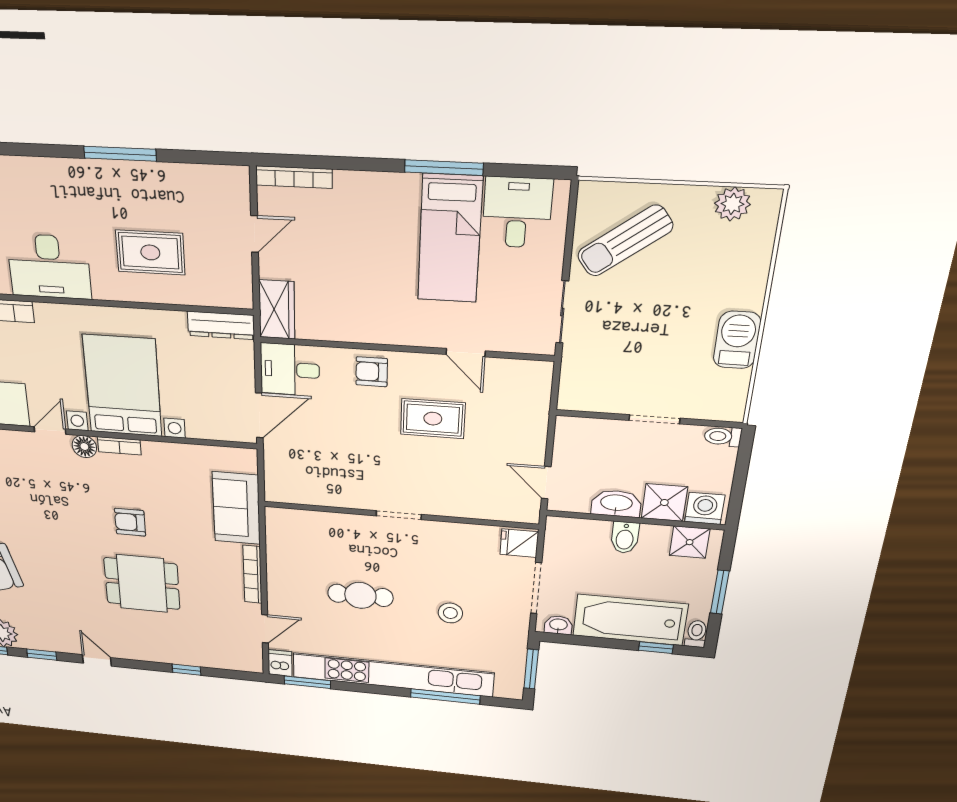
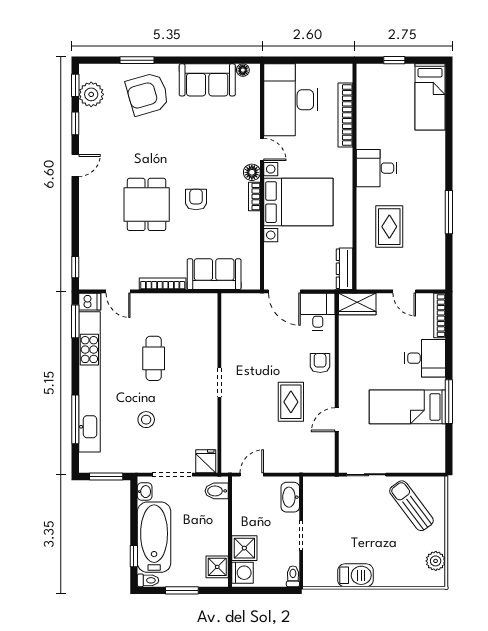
desk: (517, 212) -> (425, 358), moved
desk: (49, 267) -> (377, 168), width x0.73
washbasin: (616, 503) -> (290, 497), moved, turned 180
bidet: (625, 537) -> (217, 491), moved
window: (186, 670) -> (75, 267), moved

